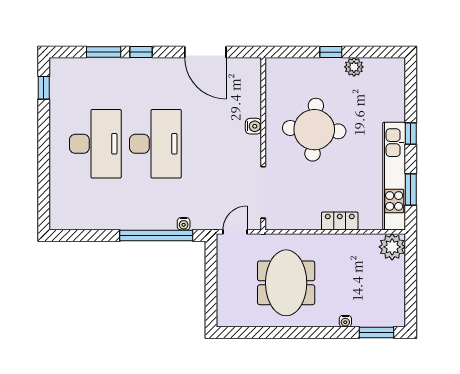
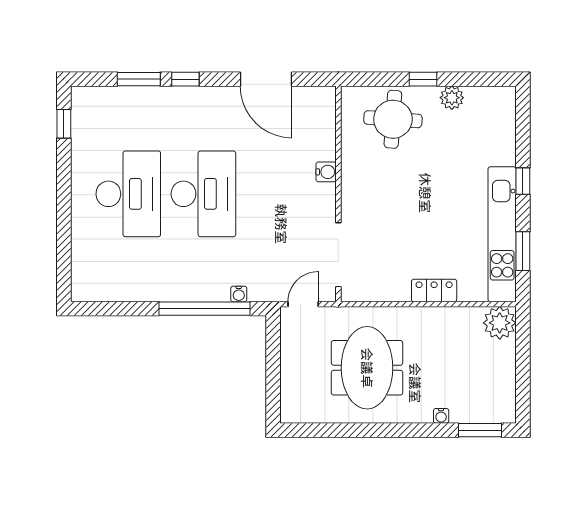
round table: (314, 130) -> (393, 119), moved, width x0.73, depth x0.73

